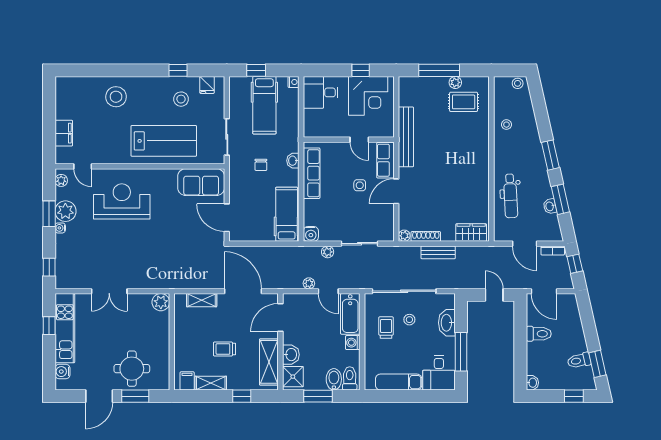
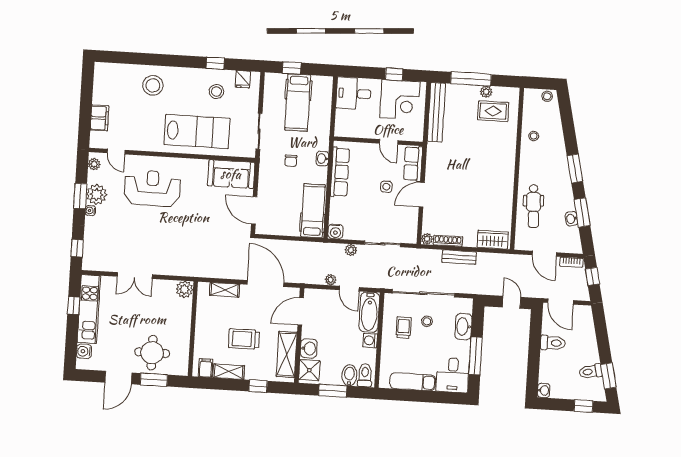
nightstand: (294, 82) -> (328, 82), removed
bench: (406, 137) -> (436, 112), moved
trolley: (225, 349) -> (244, 339), width x1.36, depth x1.39

